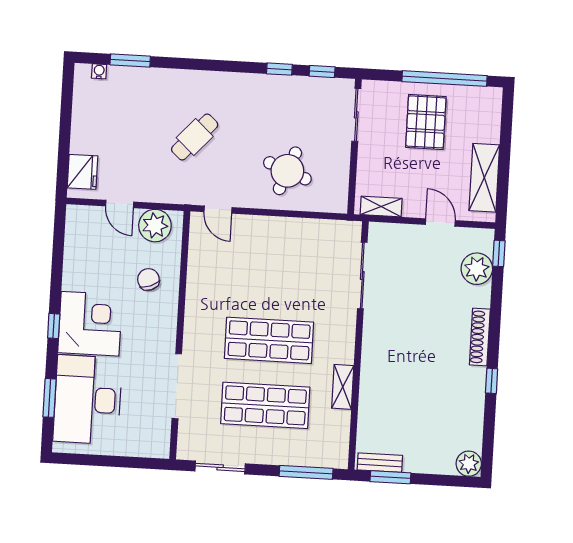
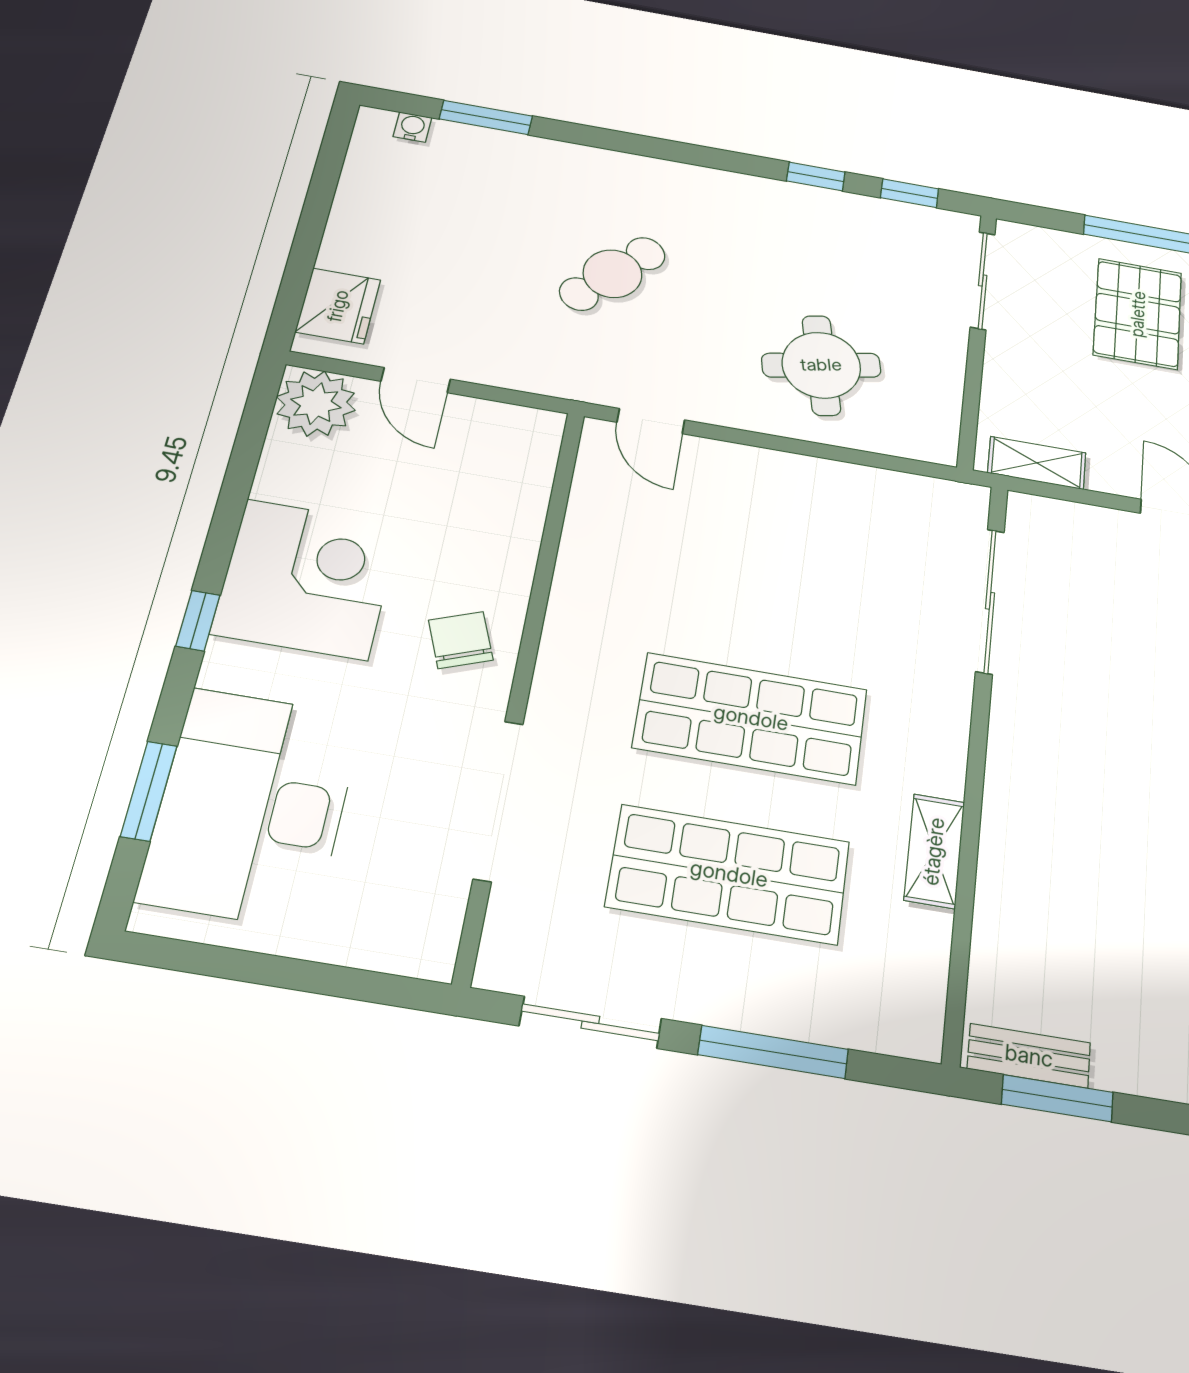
round table: (287, 171) -> (821, 365), turned -33
plant: (155, 226) -> (316, 403), moved
chair: (148, 279) -> (461, 640), moved
corner desk: (90, 324) -> (307, 579), moved
window: (306, 472) -> (773, 1052), moved

